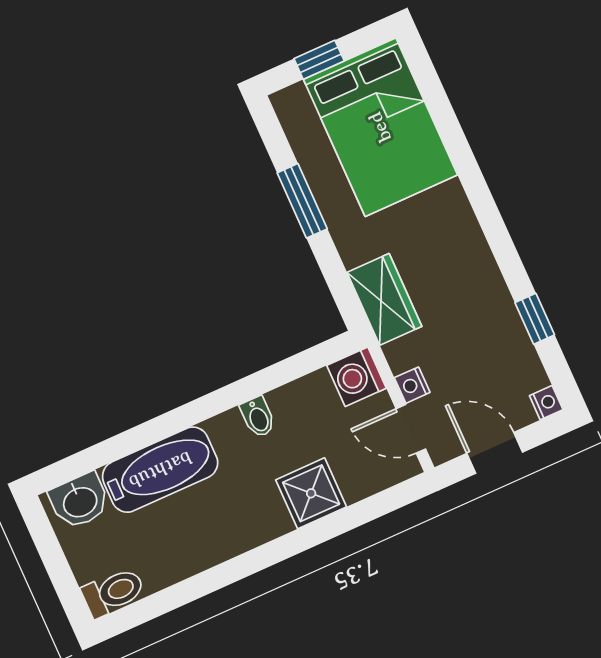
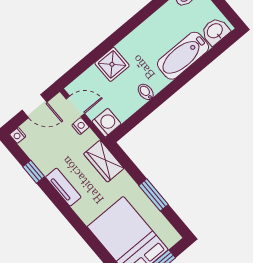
tv unit: (483, 270) -> (63, 187), added

